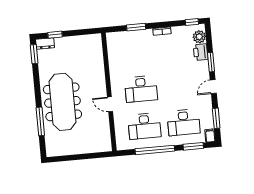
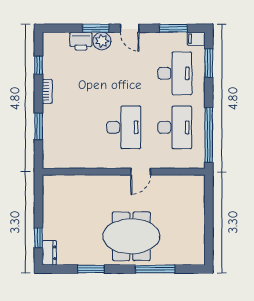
window: (192, 22) -> (39, 65), moved
plant: (199, 37) -> (102, 41), moved
window: (34, 54) -> (91, 269), moved
meeting table: (62, 102) -> (131, 236), width x0.73
window: (155, 150) -> (209, 135), moved

